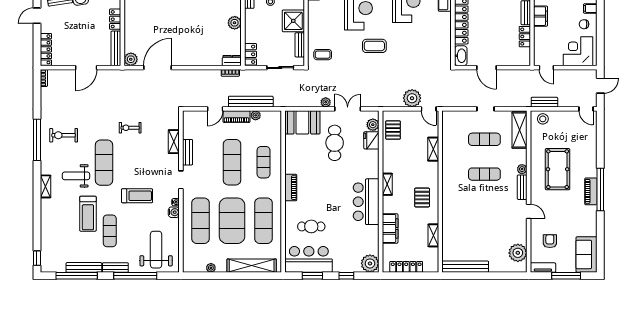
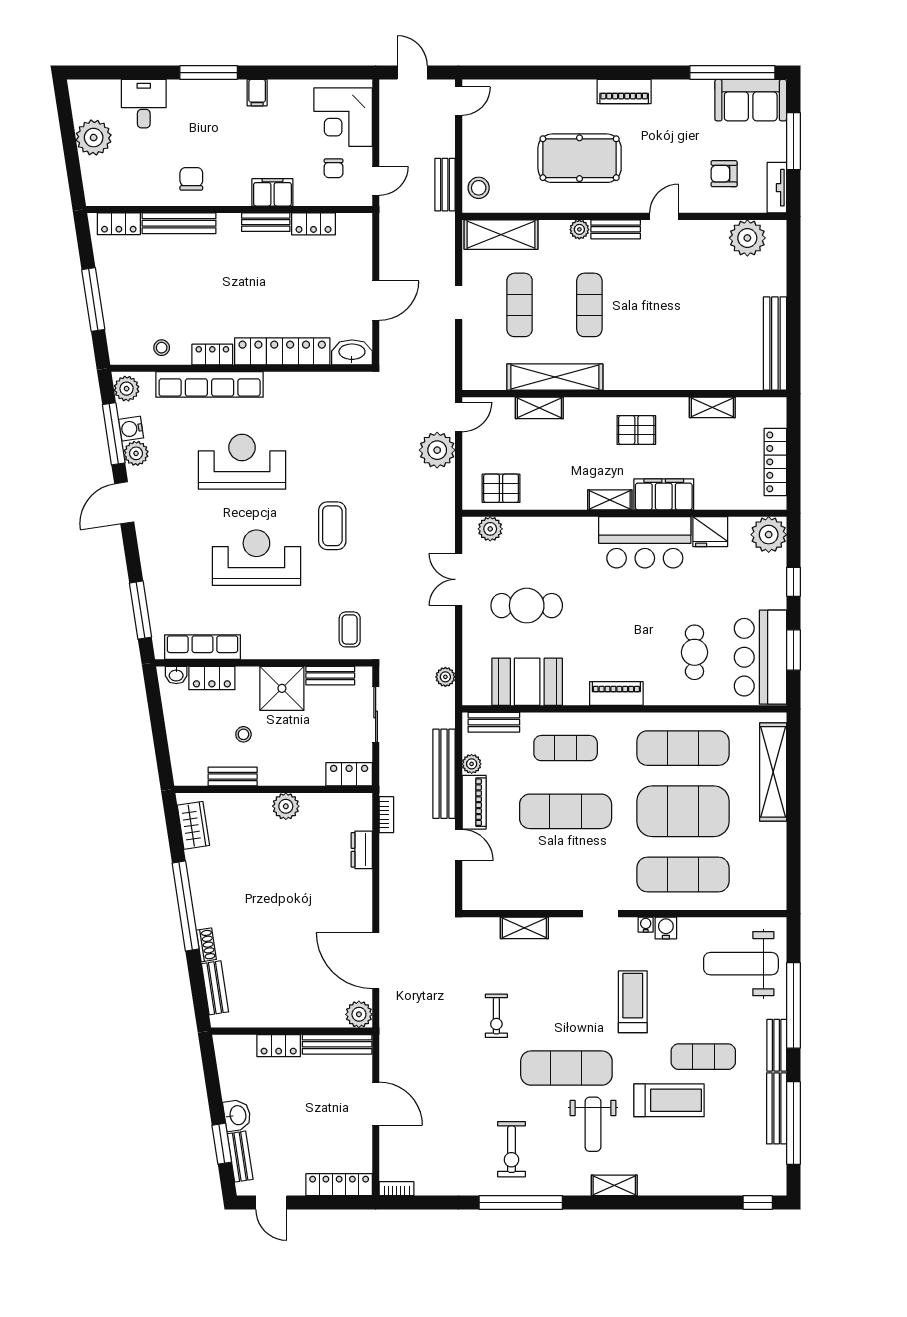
chair: (584, 24) -> (334, 168), moved
dresser: (232, 61) -> (362, 850), moved
plant: (326, 102) -> (445, 677), moved
booth: (302, 122) -> (527, 682), moved, turned 90
fridge: (371, 140) -> (710, 532), moved
bench: (188, 152) -> (494, 722), moved
shelving: (448, 157) -> (555, 377), added
window: (600, 190) -> (732, 73), moved
filing cabinet: (390, 228) -> (664, 494), moved
plant: (211, 268) -> (777, 854), removed

